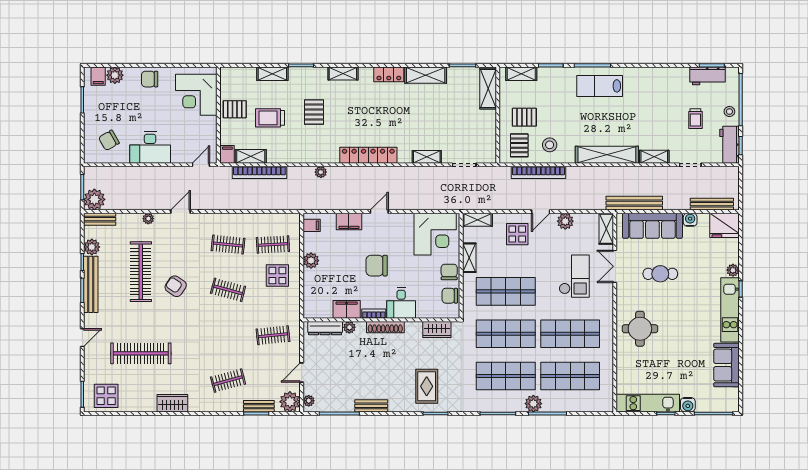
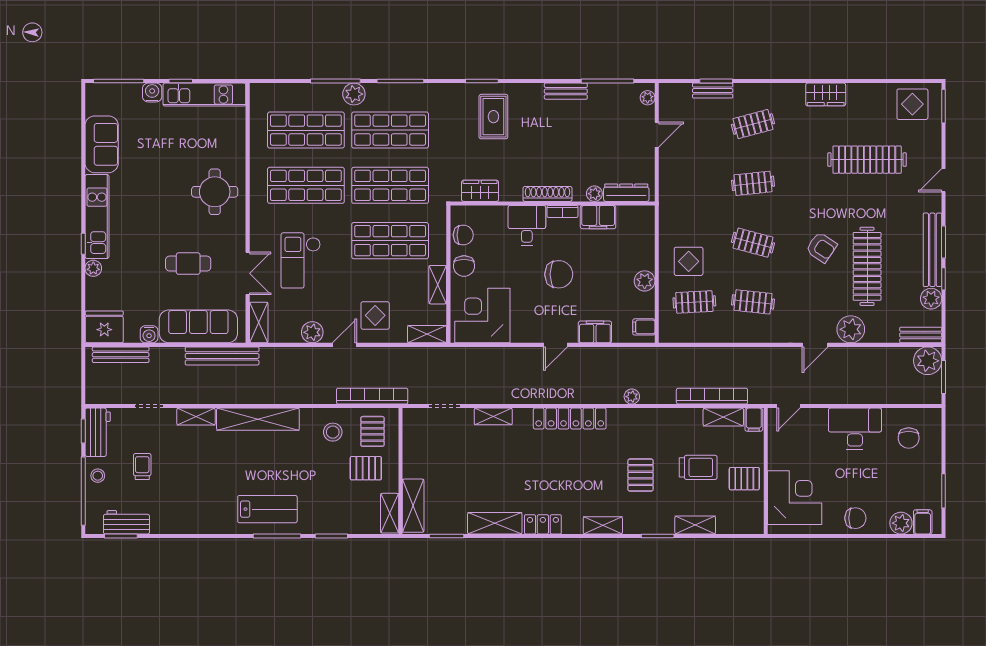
shelving: (521, 74) -> (390, 513), moved, turned 90
chair: (109, 140) -> (909, 438), turned 120
bookcase: (538, 172) -> (372, 396), moved
plant: (148, 219) -> (851, 329), width x1.87, depth x1.87
clothes rail: (273, 335) -> (753, 183), moved
plant: (290, 402) -> (672, 96), removed

